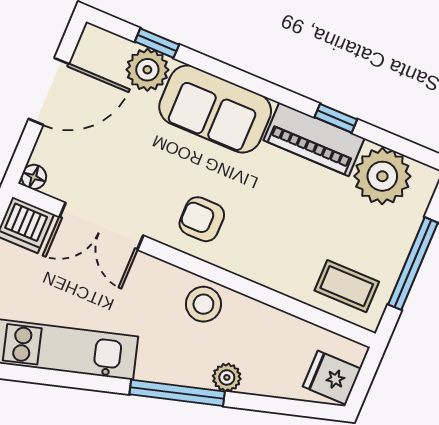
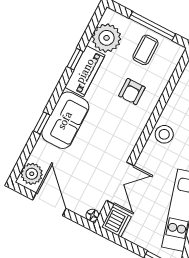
window: (157, 43) -> (42, 123), moved
plant: (147, 70) -> (32, 174), moved
armchair: (202, 219) -> (132, 92), moved
coffee table: (347, 286) -> (145, 50), moved

